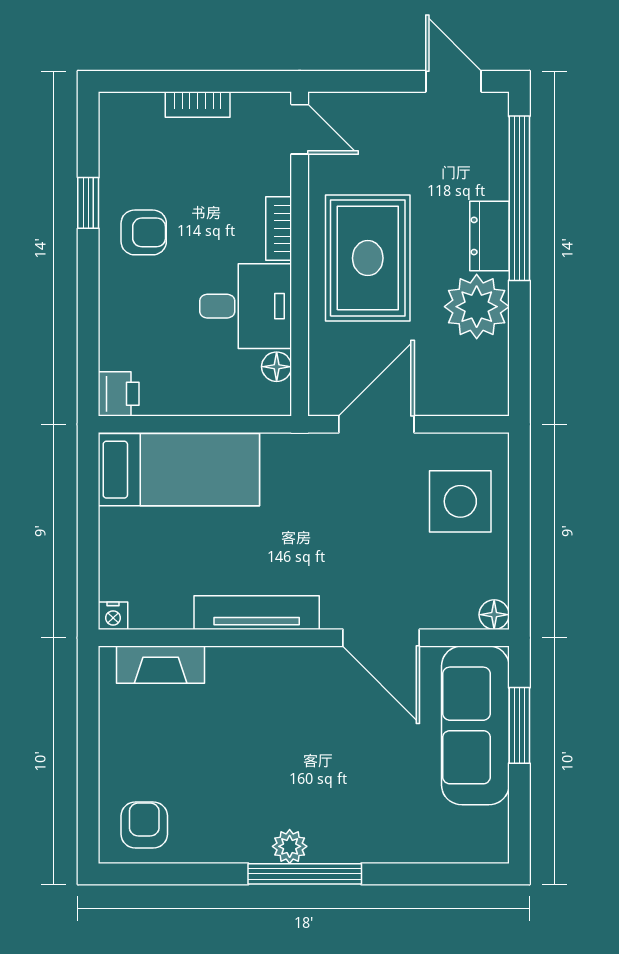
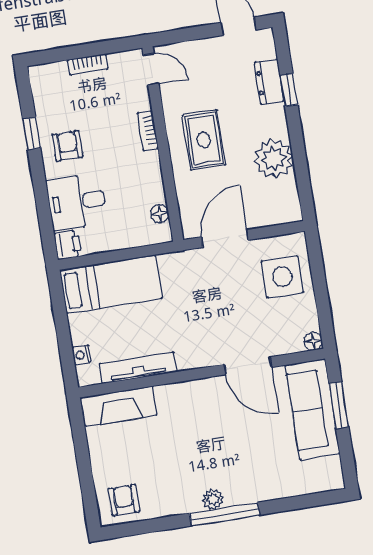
window: (519, 198) -> (289, 90), width x0.32
armchair: (144, 232) -> (68, 146), turned -90
dresser: (489, 236) -> (269, 82), moved
rug: (368, 258) -> (204, 140), width x0.73, depth x0.70
desk: (246, 306) -> (77, 202), moved, turned 180
tv unit: (257, 613) -> (138, 368), moved
nightstand: (113, 616) -> (81, 355), moved, turned 90
fireplace: (161, 665) -> (119, 406), width x1.37, depth x1.32

